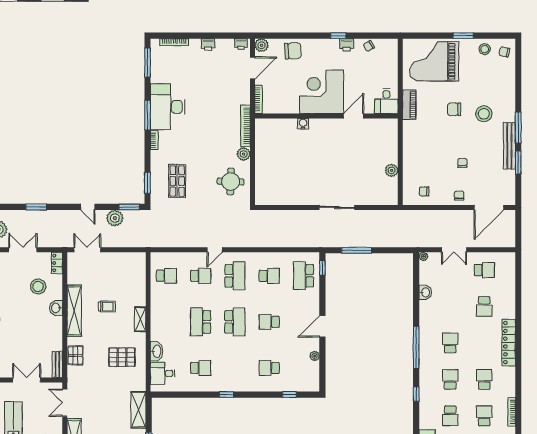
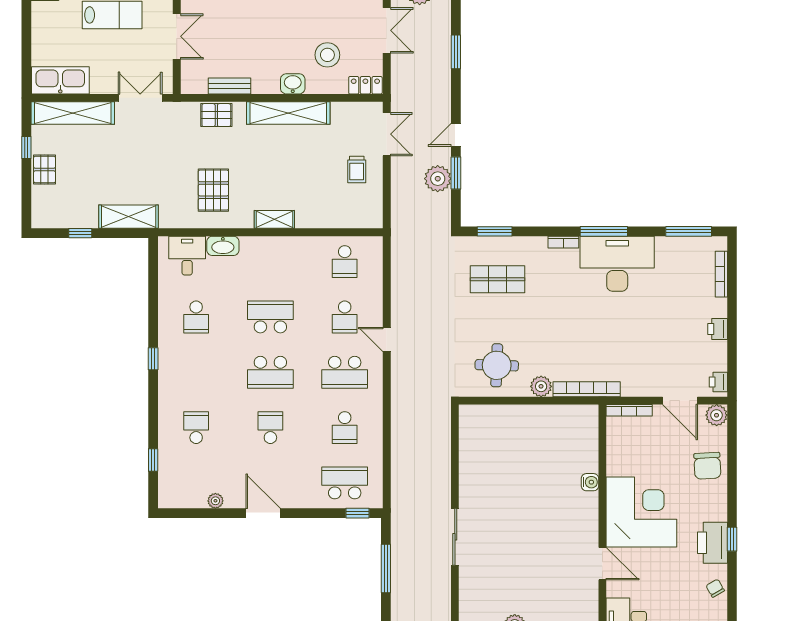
printer: (347, 45) -> (712, 543), width x1.87, depth x1.48
window: (129, 207) -> (456, 173), moved
trolley: (107, 307) -> (357, 170), moved
bench: (57, 364) -> (230, 86), moved

